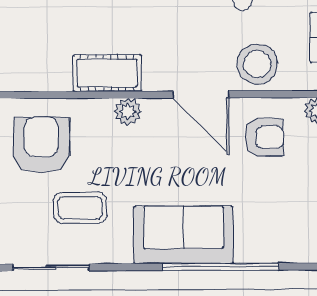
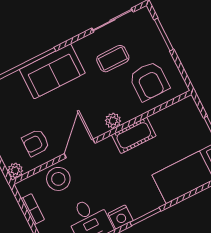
door: (201, 94) -> (80, 149), hinge flipped

